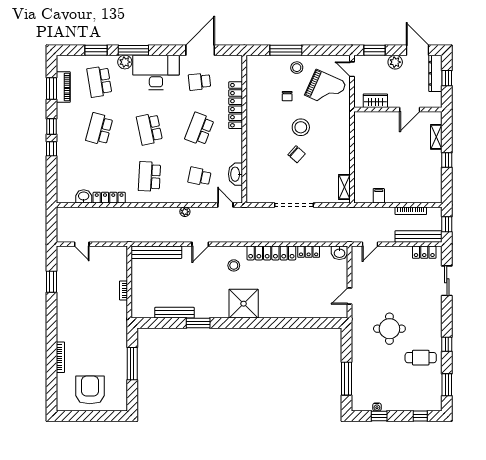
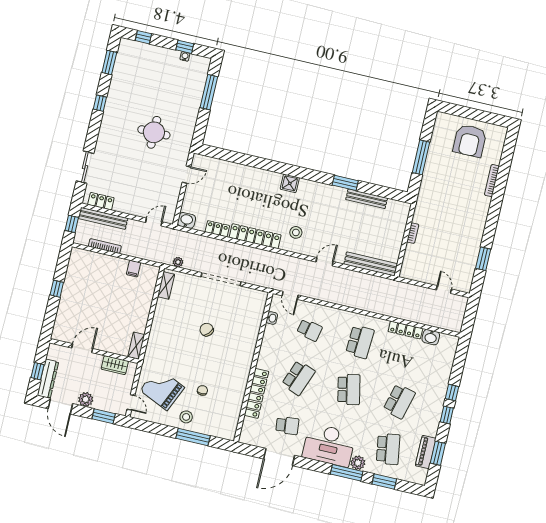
stool: (301, 127) -> (196, 356), removed
shelving: (436, 137) -> (136, 346), moved
washbasin: (236, 174) -> (272, 318), width x0.52, depth x0.69
plant: (185, 212) -> (178, 262), moved
shower: (244, 304) -> (290, 183), width x0.54, depth x0.54
cafe table: (421, 358) -> (129, 96), removed

